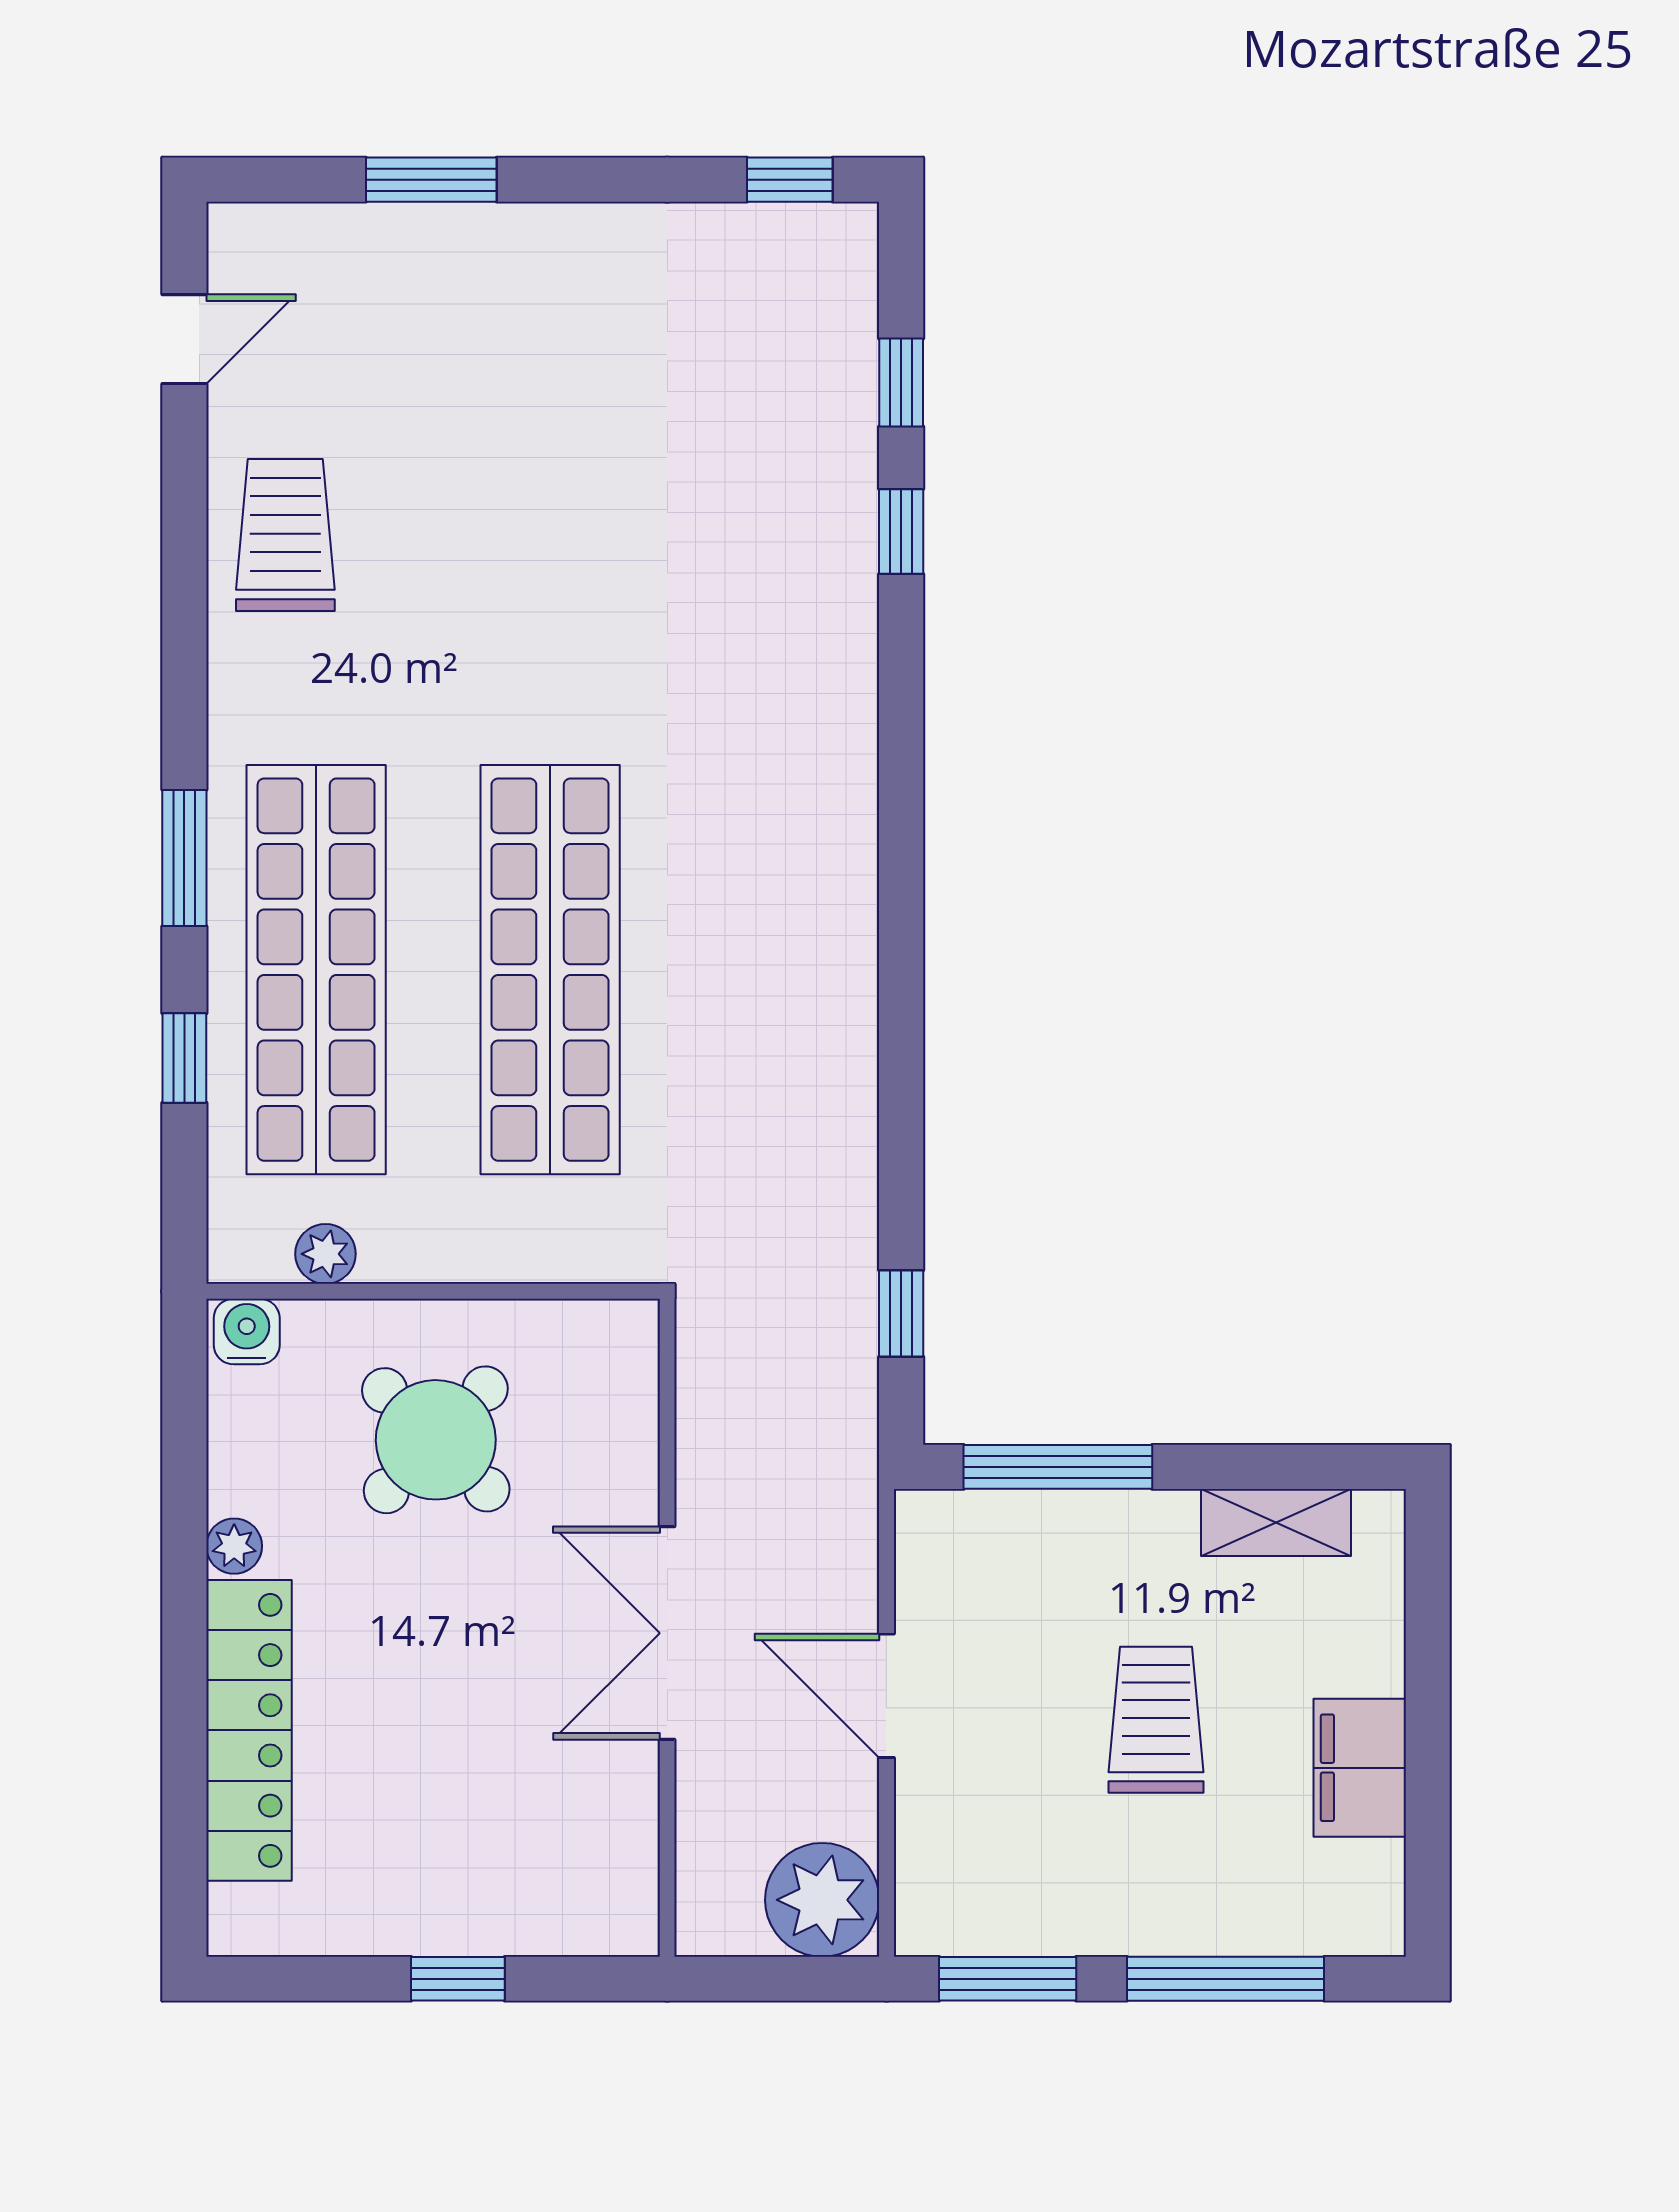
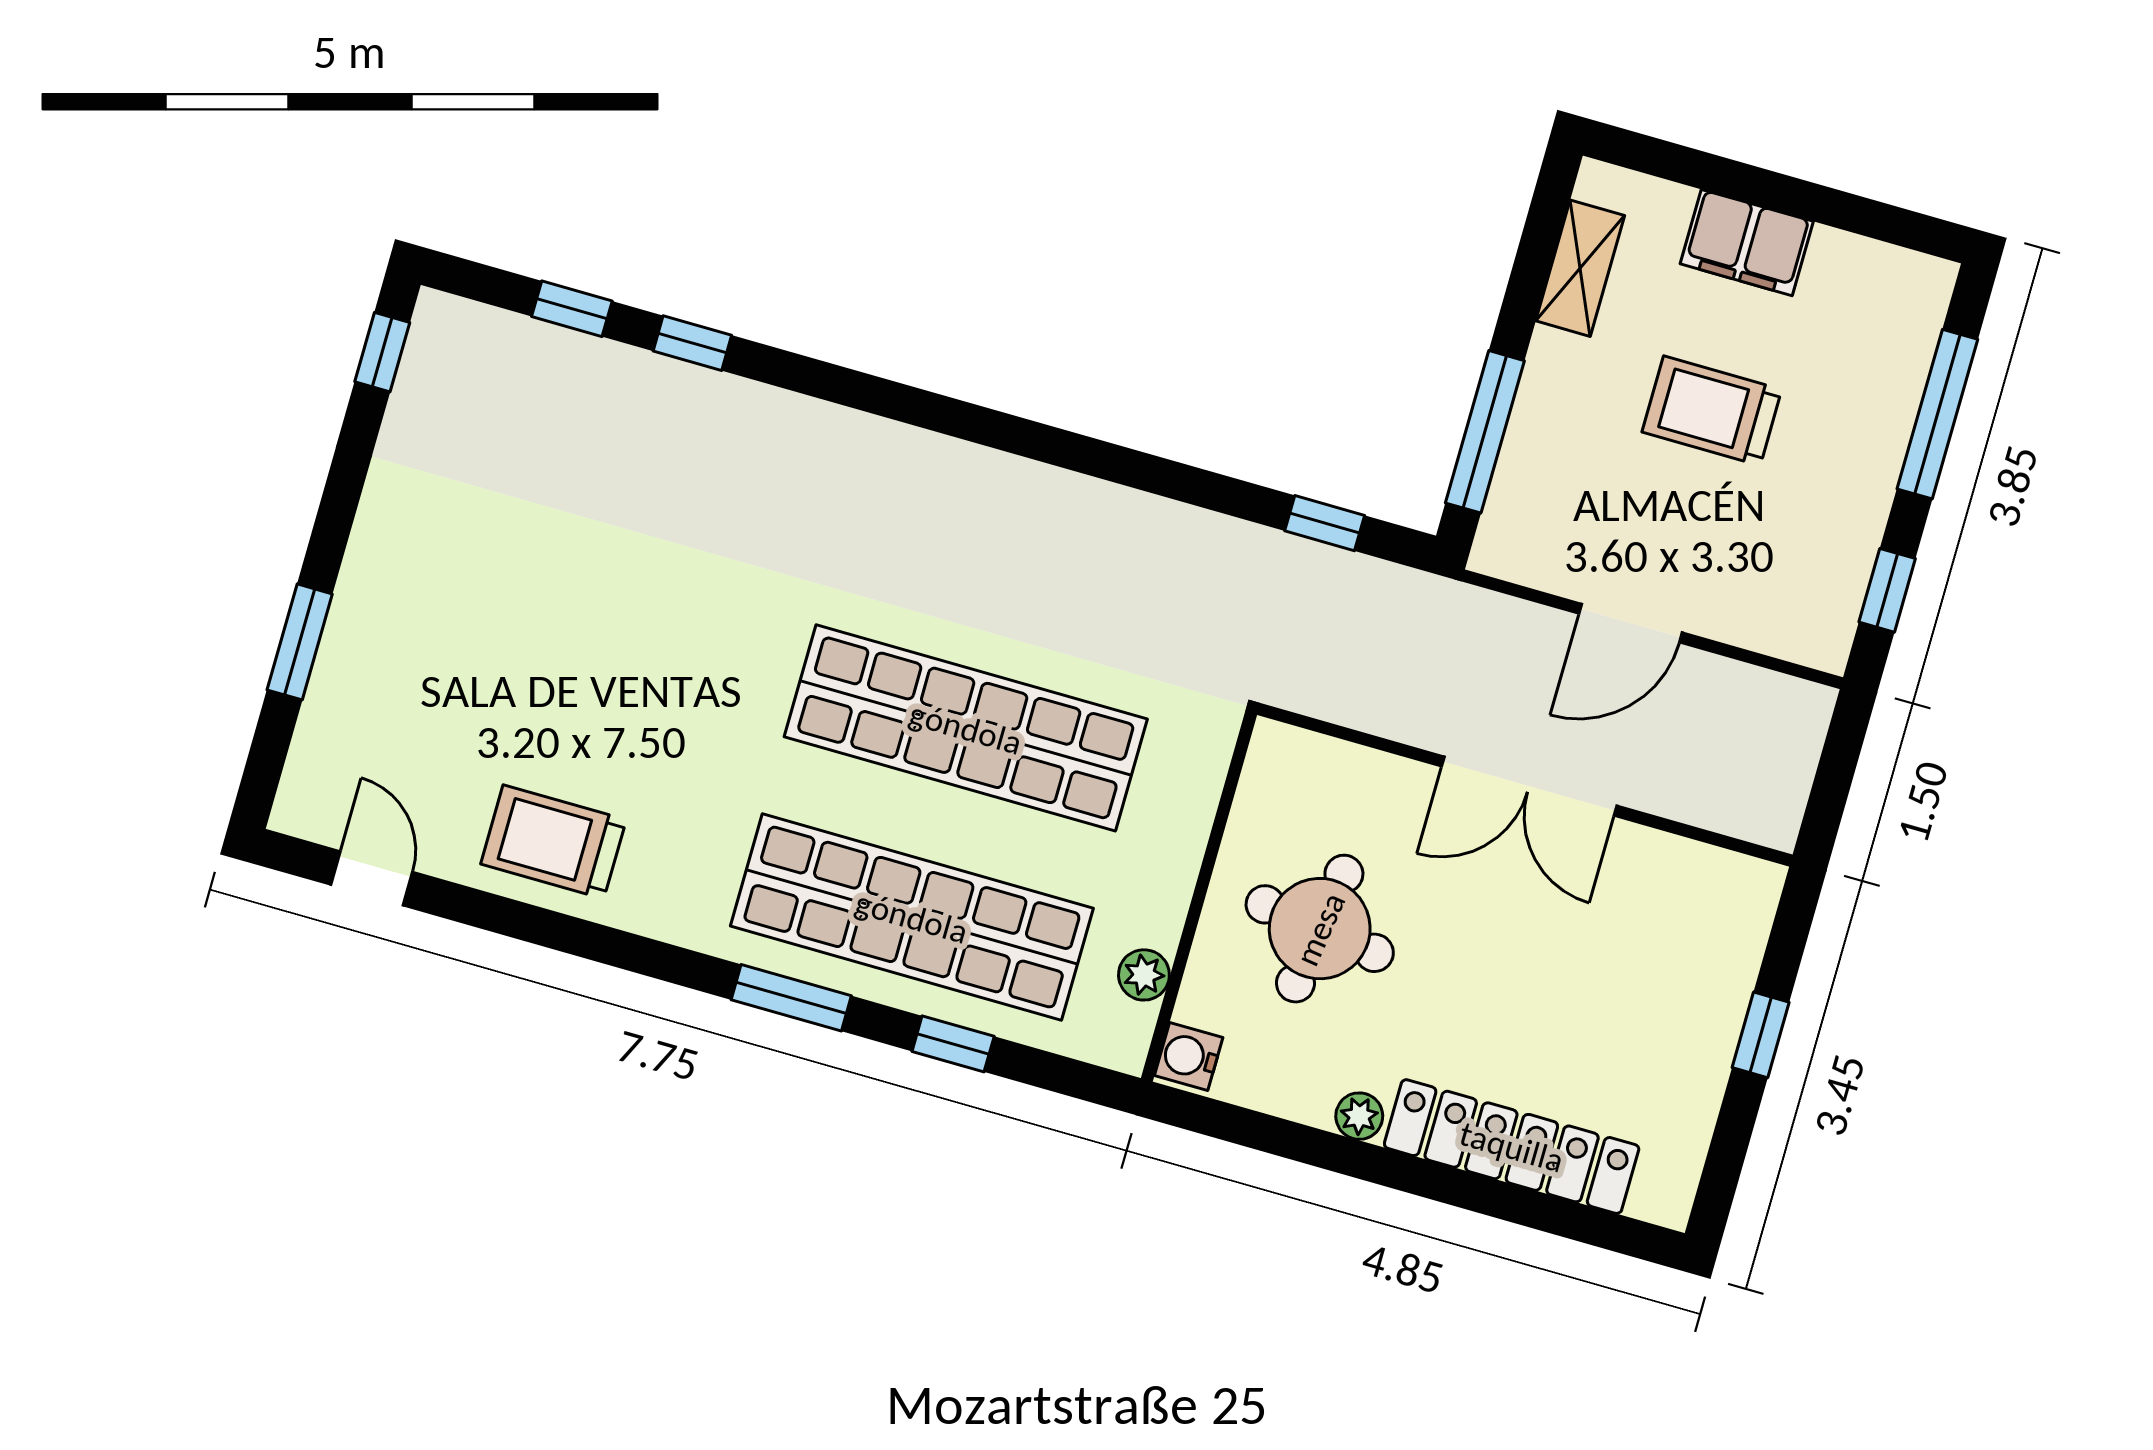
round table: (436, 1440) -> (1320, 929), turned -36
filing cabinet: (1360, 1768) -> (1747, 243), moved
plant: (822, 1900) -> (1781, 722), removed
window: (1008, 1979) -> (1887, 590), width x0.67

